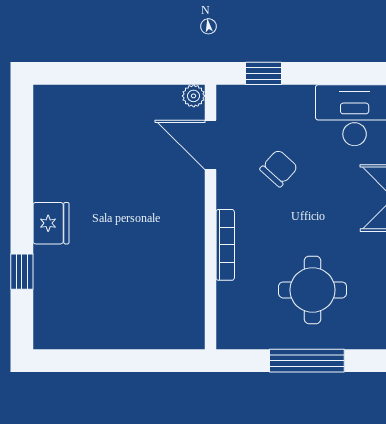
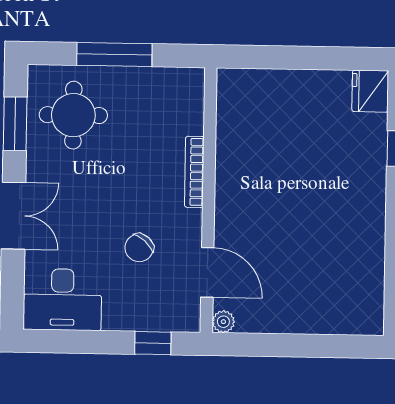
fridge: (51, 223) -> (370, 91), moved
round table: (313, 290) -> (73, 115), moved

